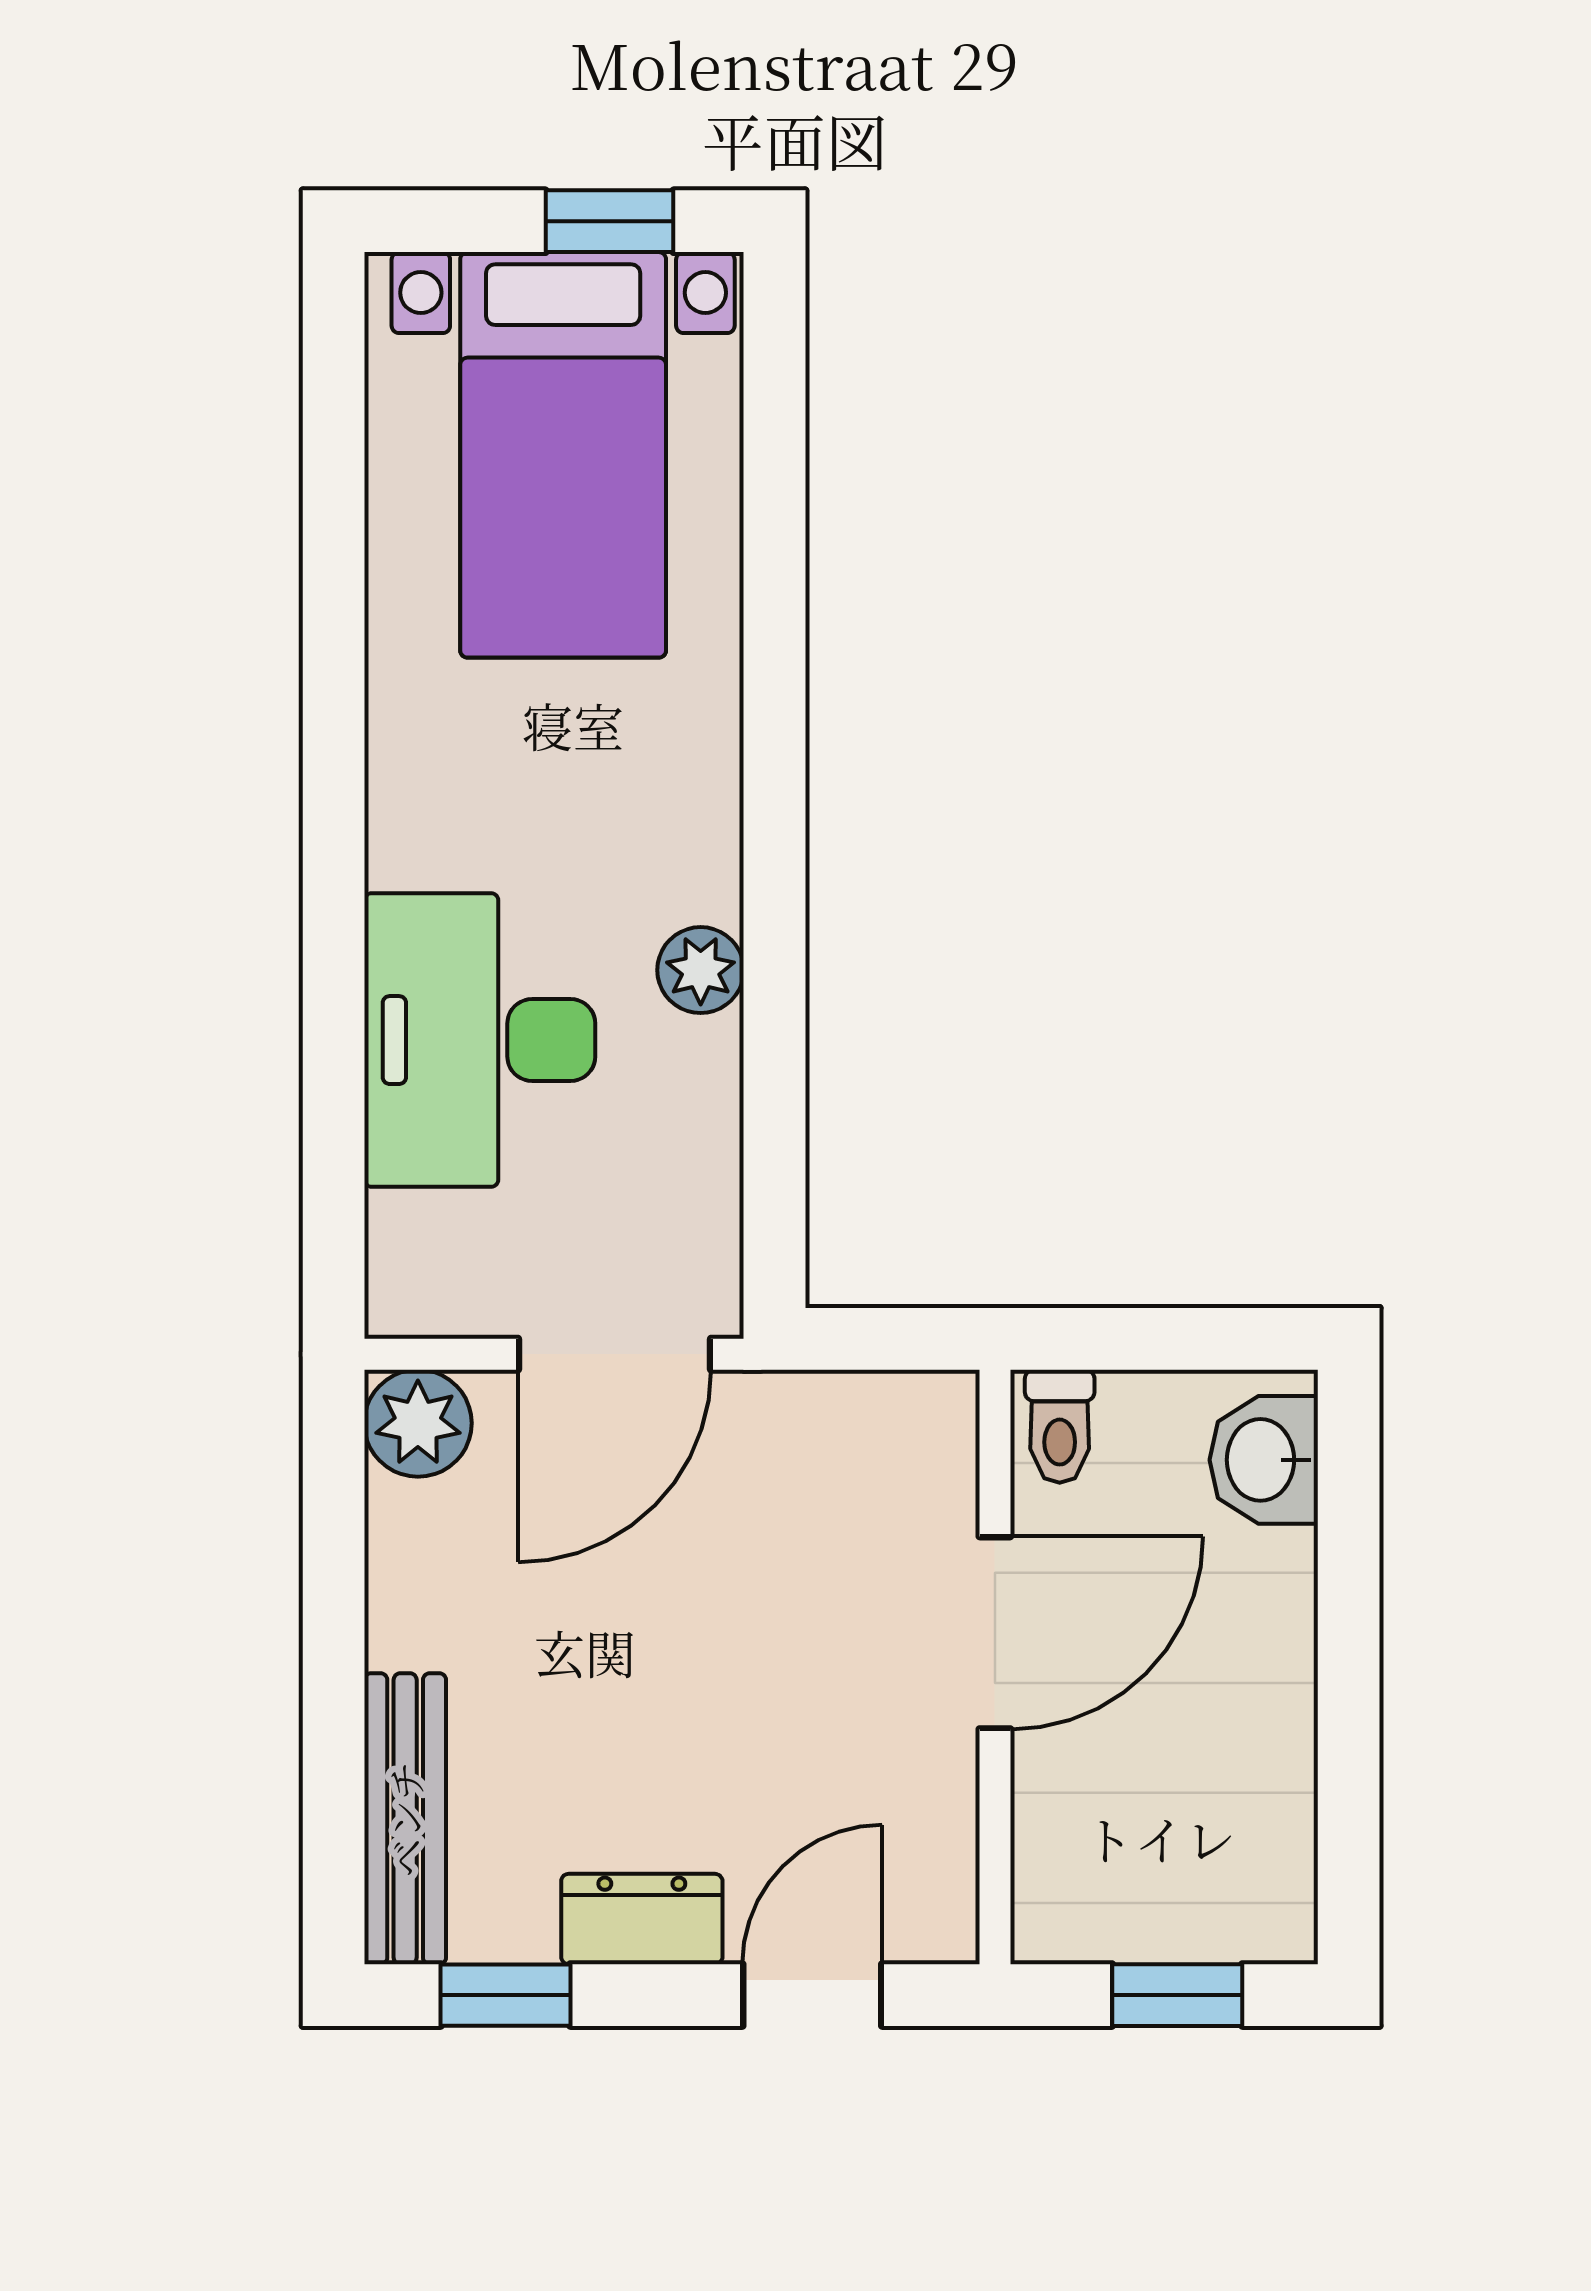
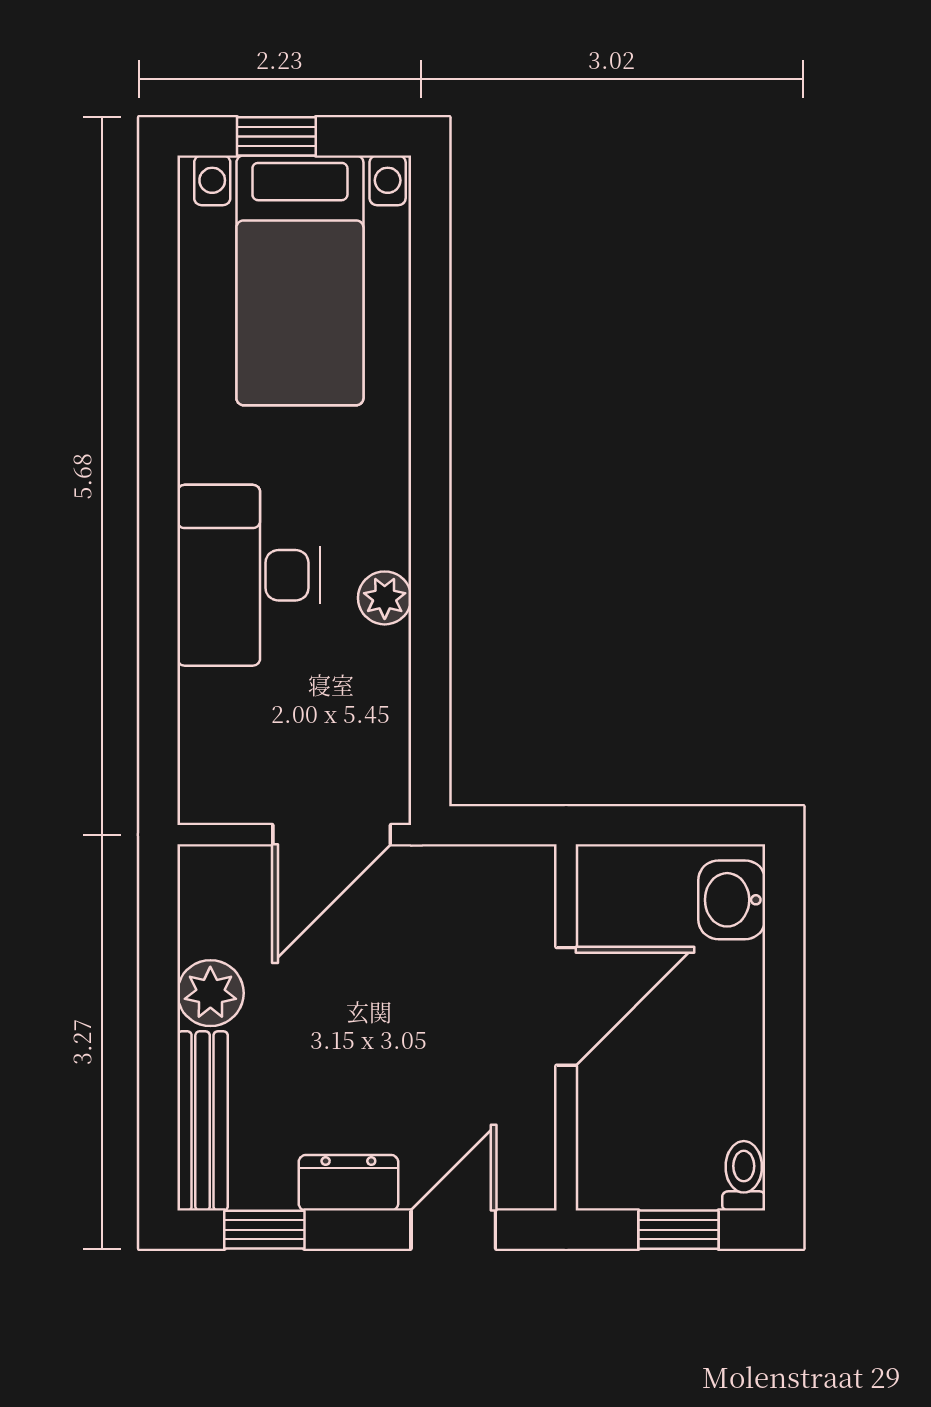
window: (610, 221) -> (276, 136), moved
desk: (480, 1040) -> (249, 575), moved
plant: (418, 1423) -> (210, 993), moved
toilet: (1060, 1426) -> (744, 1176), moved, turned 180

